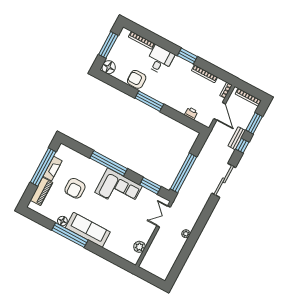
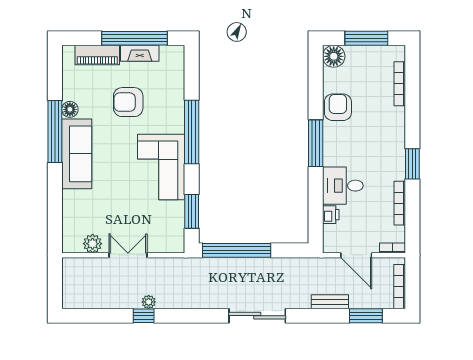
desk: (160, 60) -> (343, 186), moved, turned 180
door: (220, 111) -> (356, 255), hinge flipped
window: (242, 146) -> (144, 316), moved
double door: (164, 216) -> (128, 255), moved

